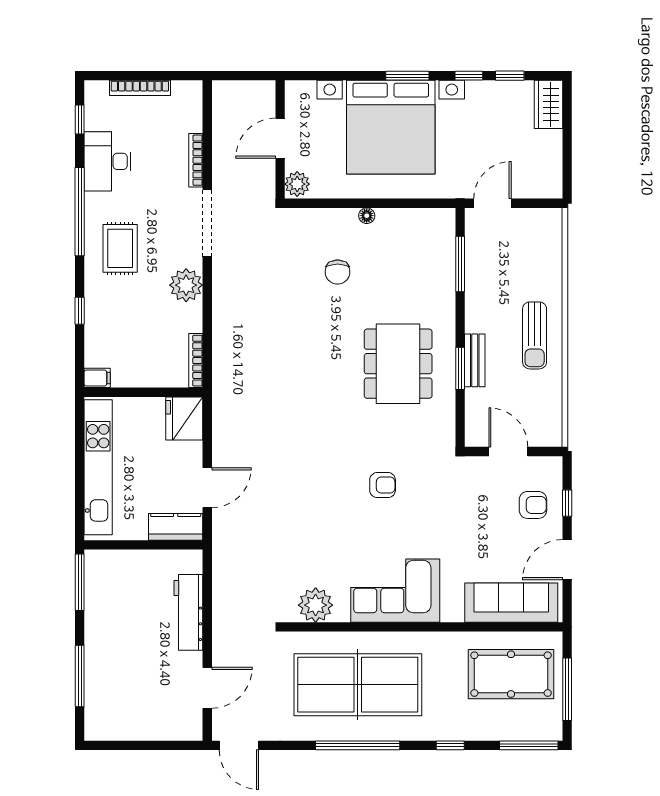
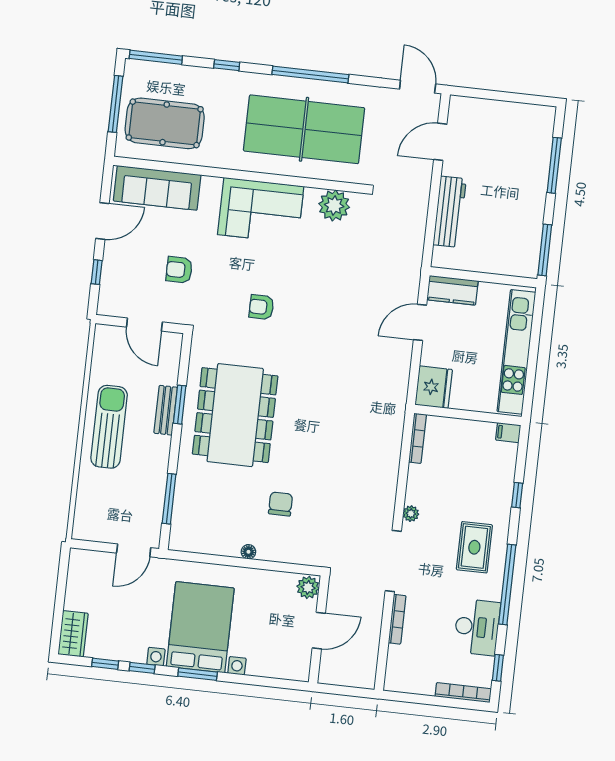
bookcase: (140, 88) -> (463, 693), moved
bed with nightstands: (391, 127) -> (200, 627), width x0.73
plant: (186, 285) -> (411, 514), width x0.53, depth x0.53
sun lounger: (535, 335) -> (109, 427), width x1.36, depth x1.34
dining table: (398, 364) -> (235, 415), width x1.36, depth x1.24
armchair: (533, 505) -> (179, 270), moved

